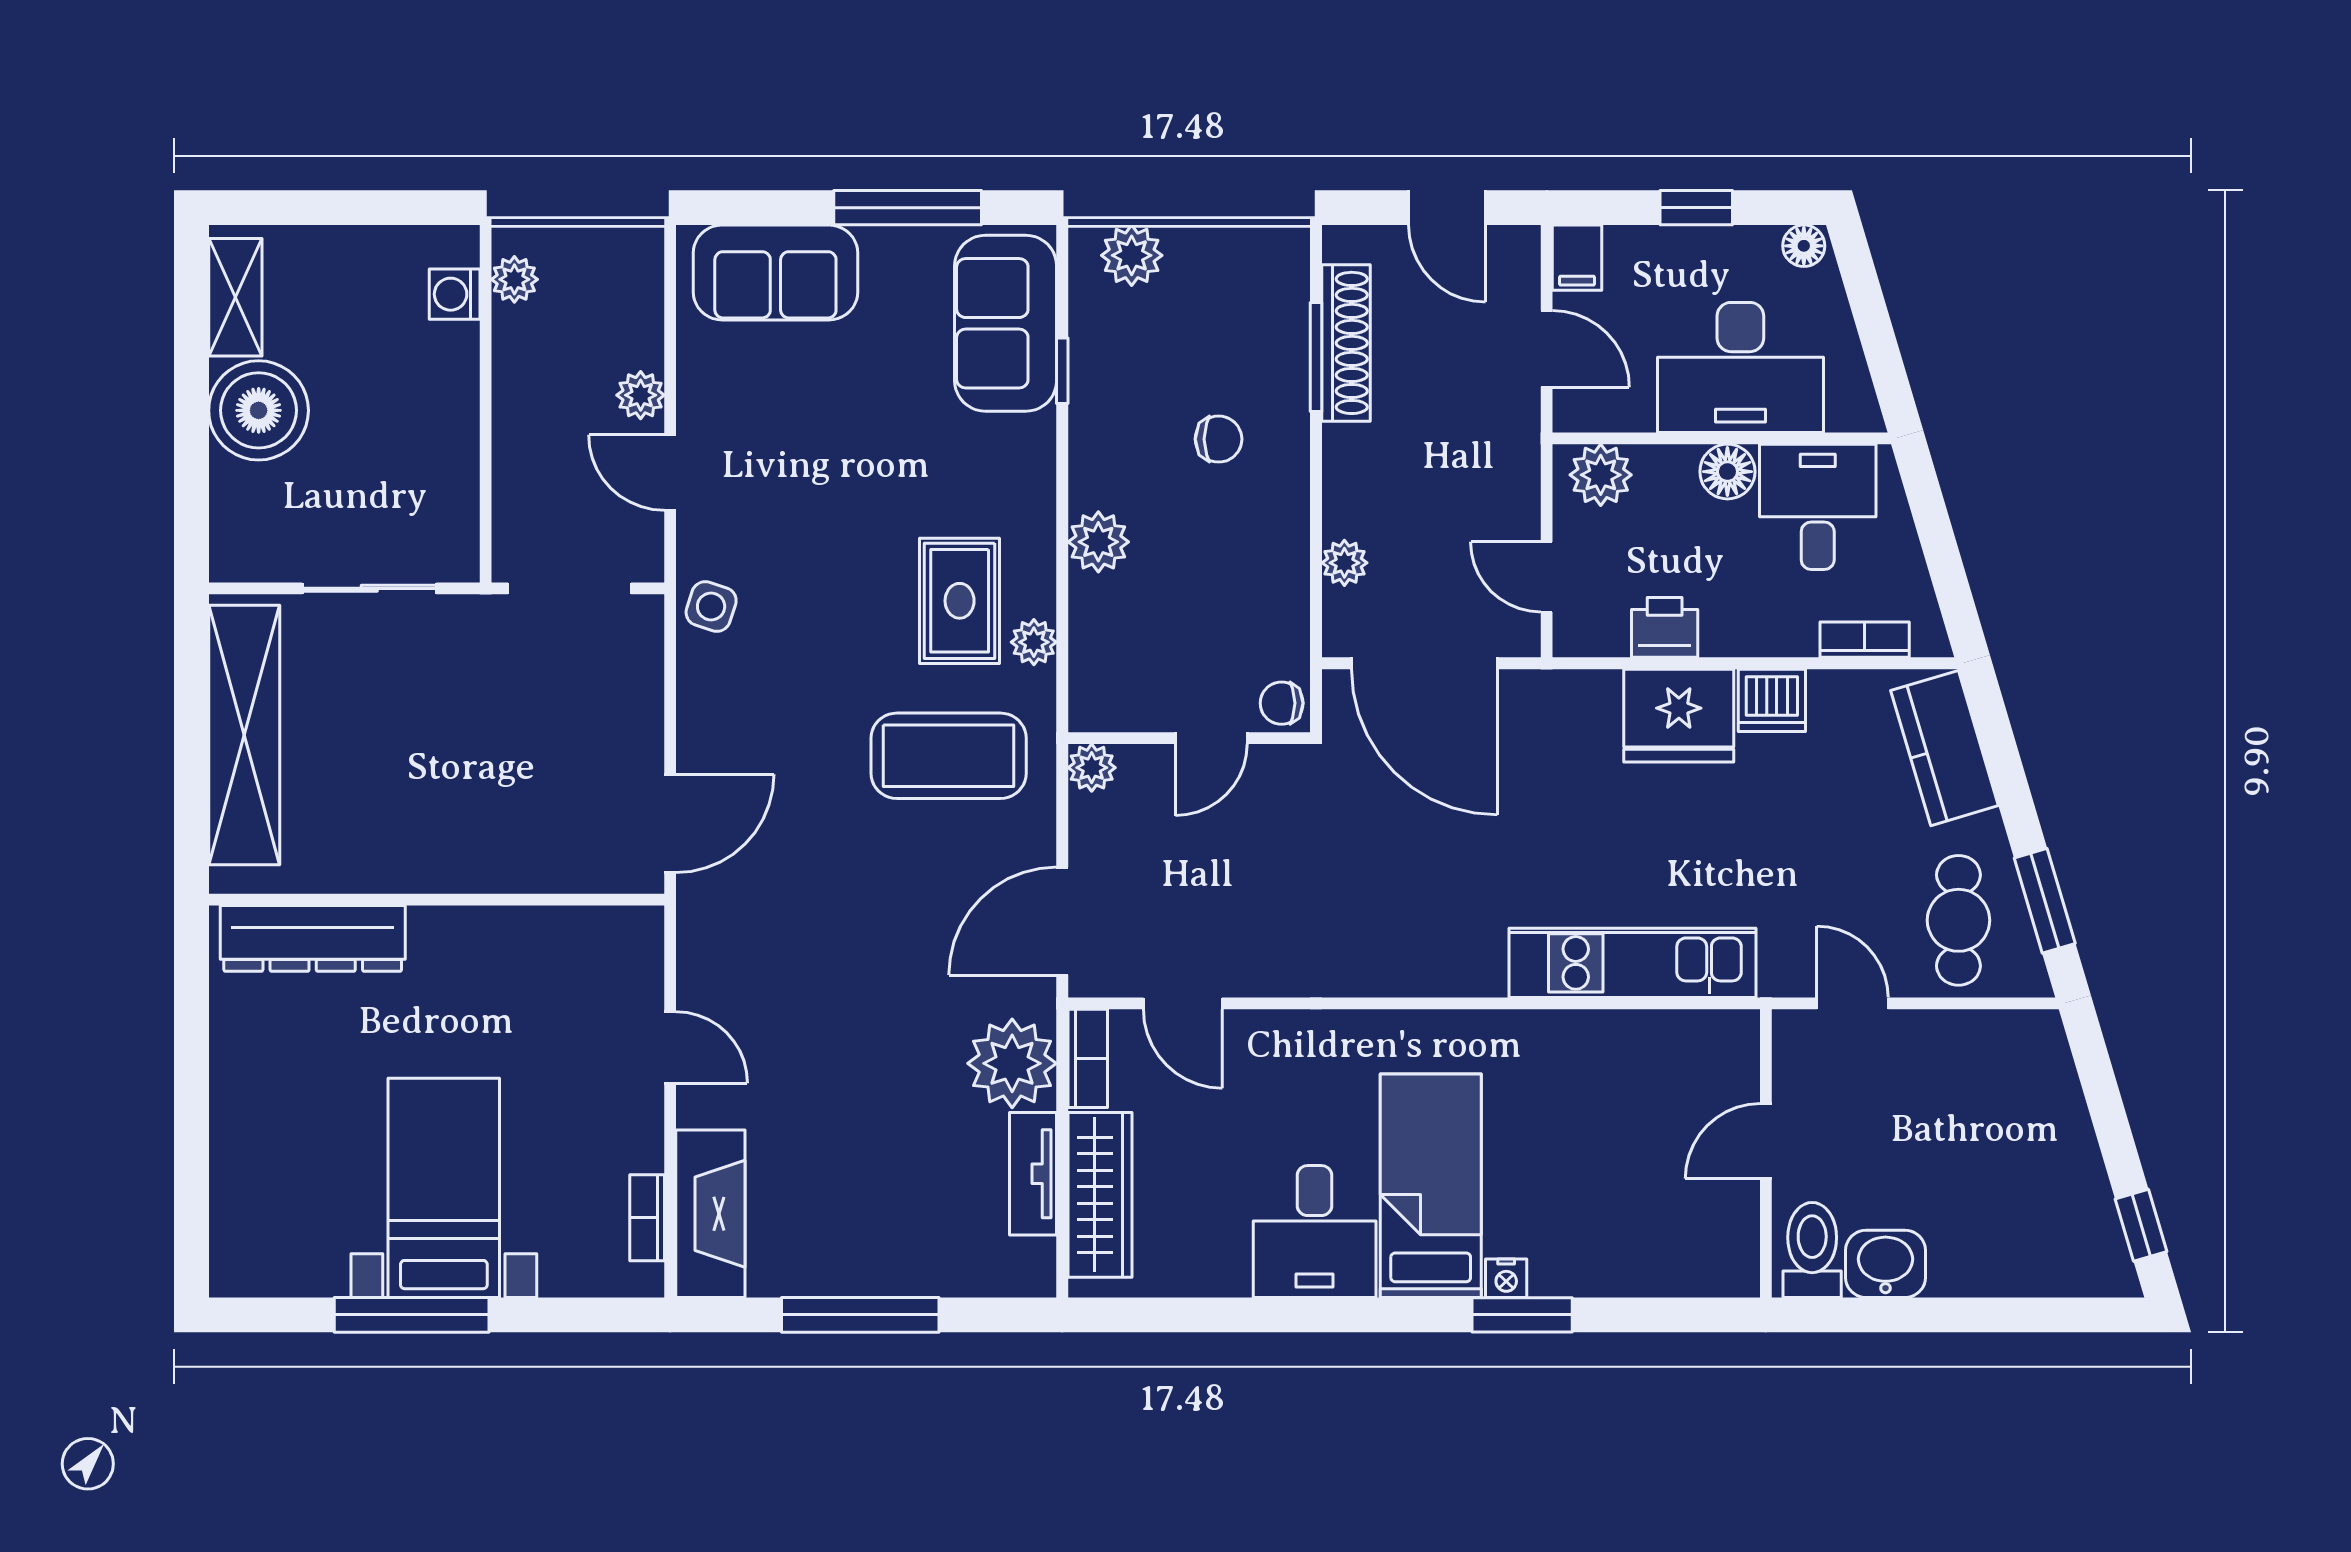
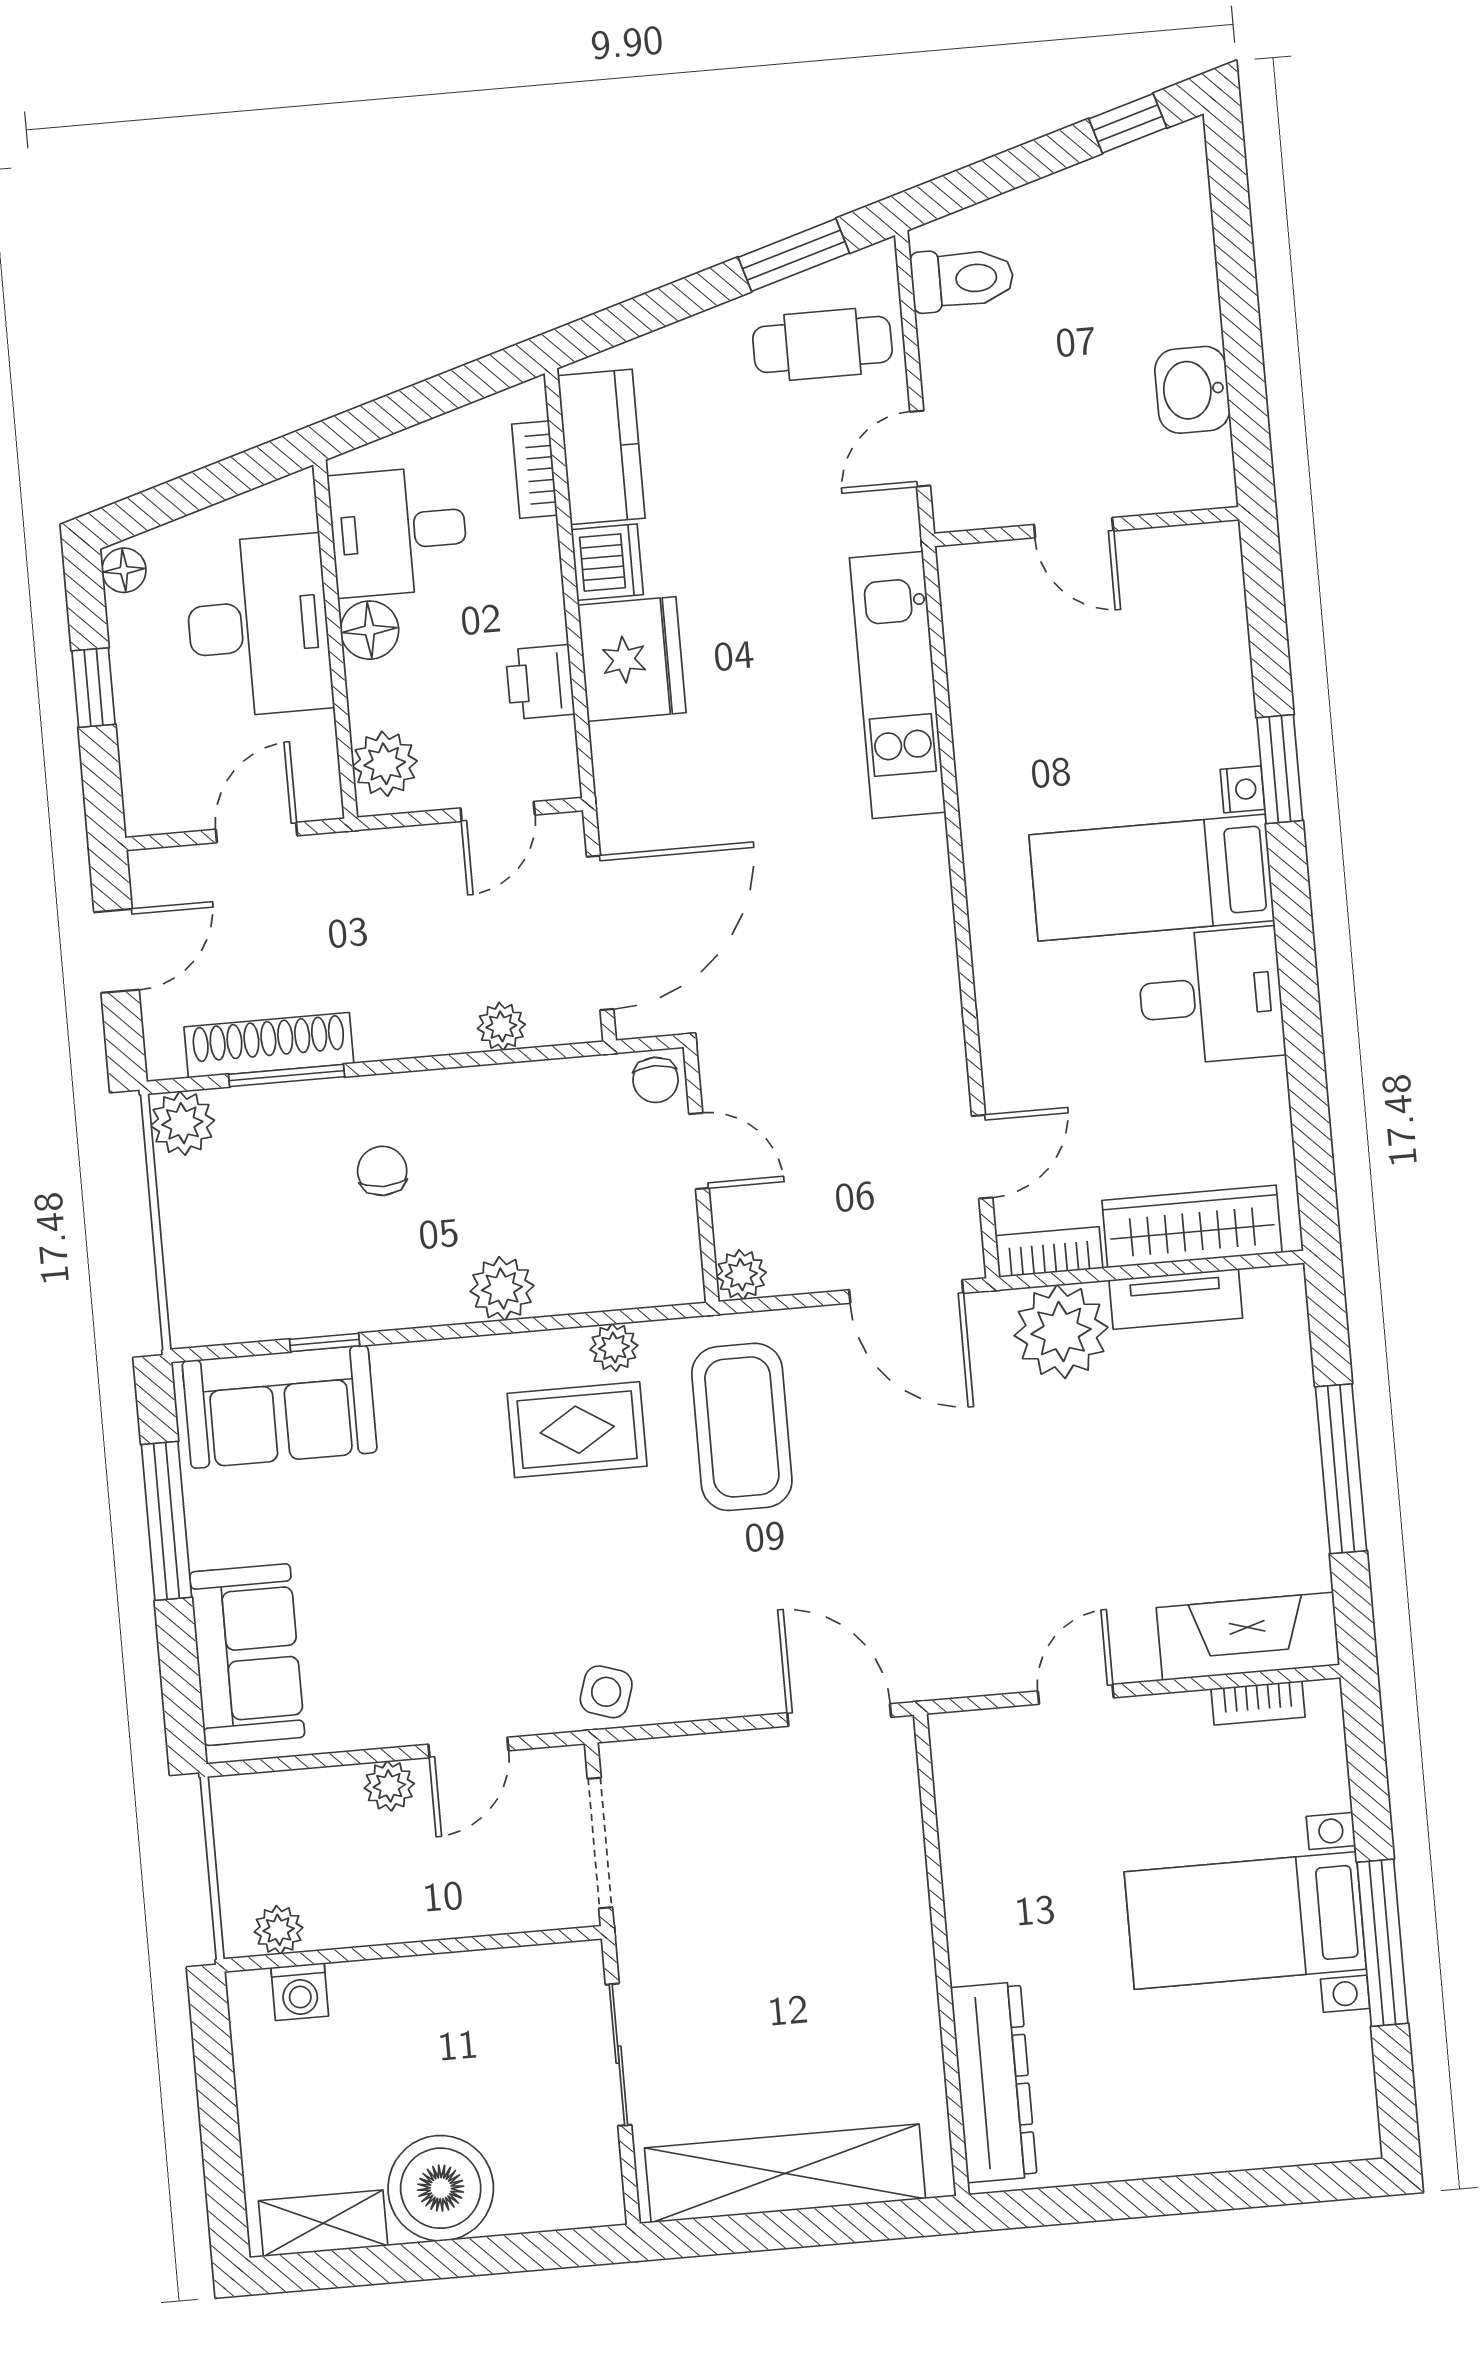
plant: (1132, 255) -> (182, 1123), moved
filing cabinet: (1577, 258) -> (157, 809), removed
kitchen counter: (1945, 748) -> (601, 447), moved, turned -73
toilet: (1812, 1250) -> (962, 279), moved, turned 180

